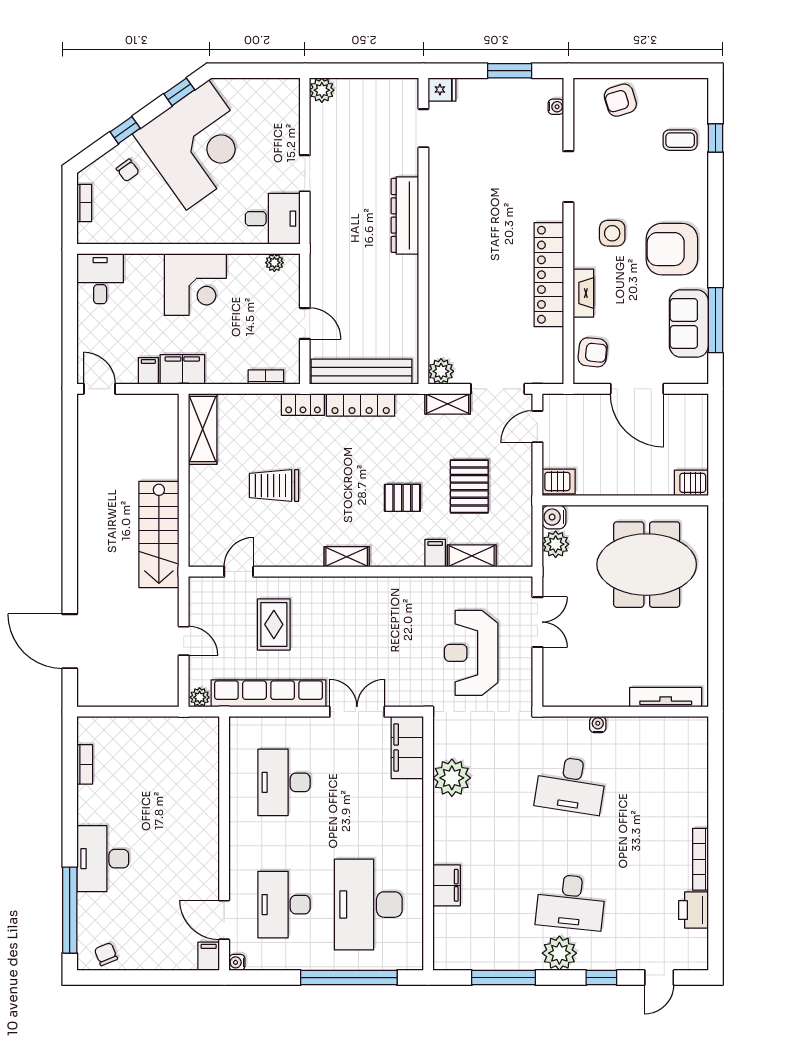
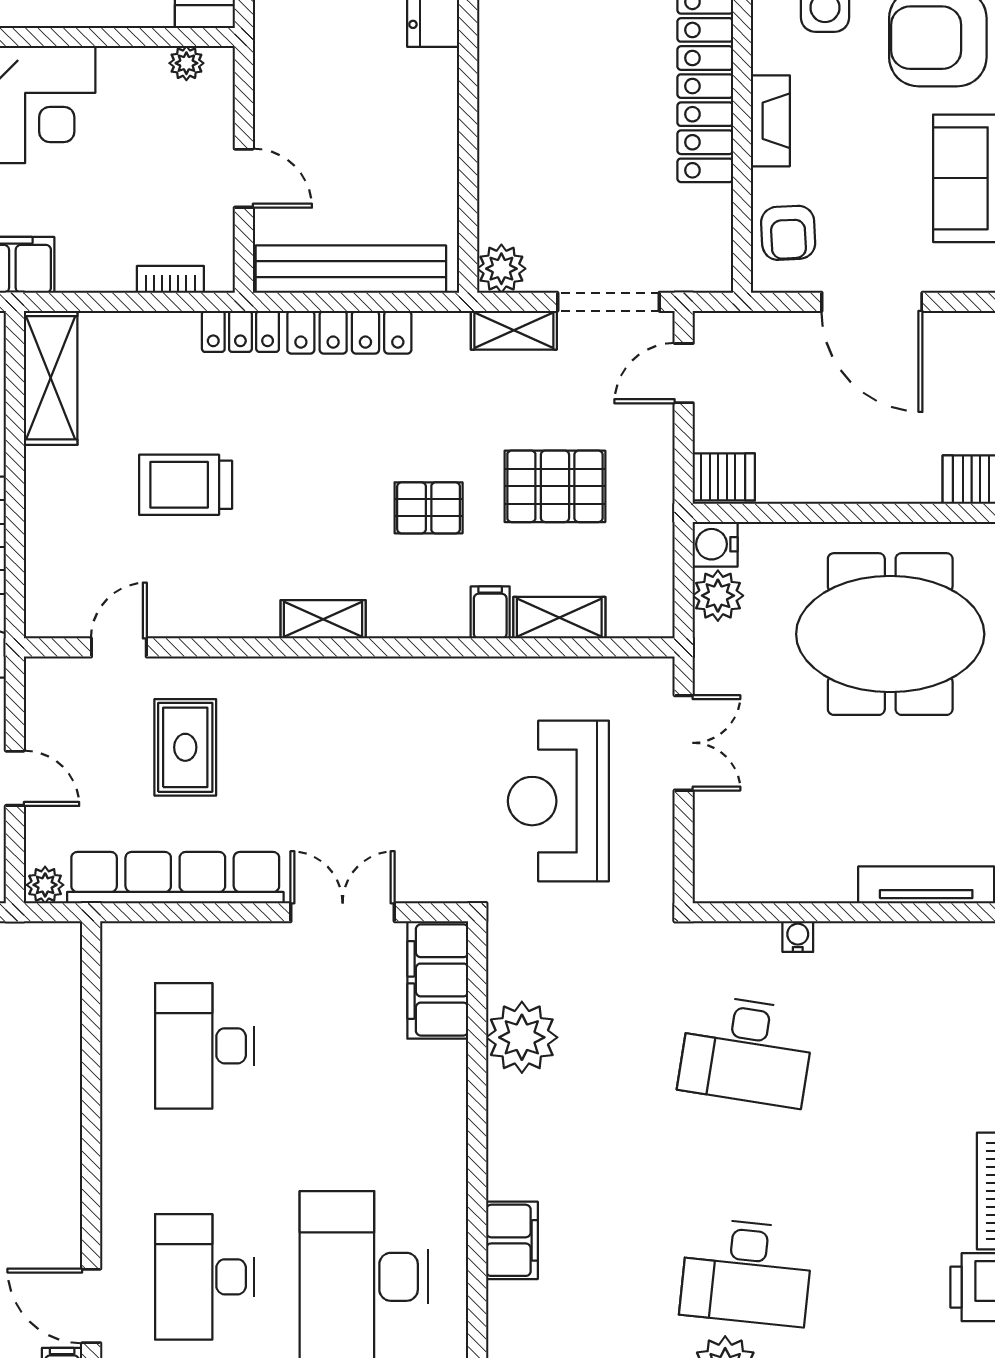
armchair: (593, 352) -> (788, 233), turned 81
pallet: (469, 486) -> (555, 486), turned 90

